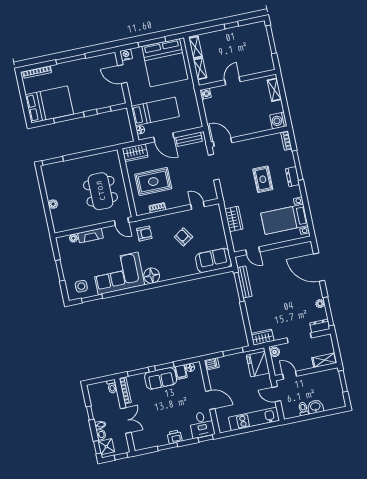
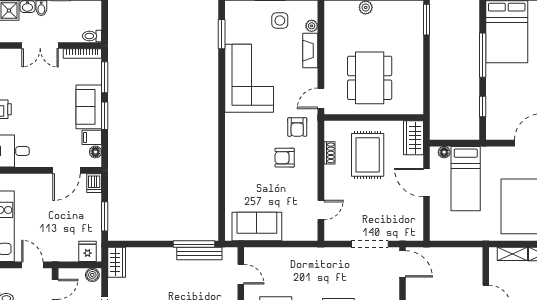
washing machine: (205, 94) -> (476, 254), removed
door: (164, 137) -> (427, 183), hinge flipped
bench: (189, 139) -> (416, 218), removed
door: (223, 142) -> (402, 264), hinge flipped
dining table: (100, 191) -> (370, 78), turned 90
wardrobe: (234, 219) -> (291, 257), removed
armchair: (183, 237) -> (285, 158), moved, turned -147
door: (253, 251) -> (241, 274), swing flipped
sofa: (213, 260) -> (257, 227), moved, turned -90
floor lamp: (152, 276) -> (236, 125), removed
side table: (81, 286) -> (280, 20), moved
fridge: (258, 364) -> (88, 251), width x0.53, depth x0.75
door: (276, 394) -> (32, 265), hinge flipped
door: (210, 400) -> (67, 170), moved

